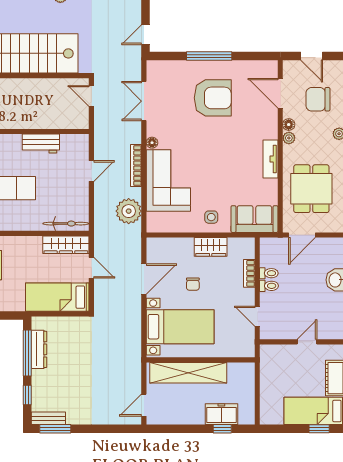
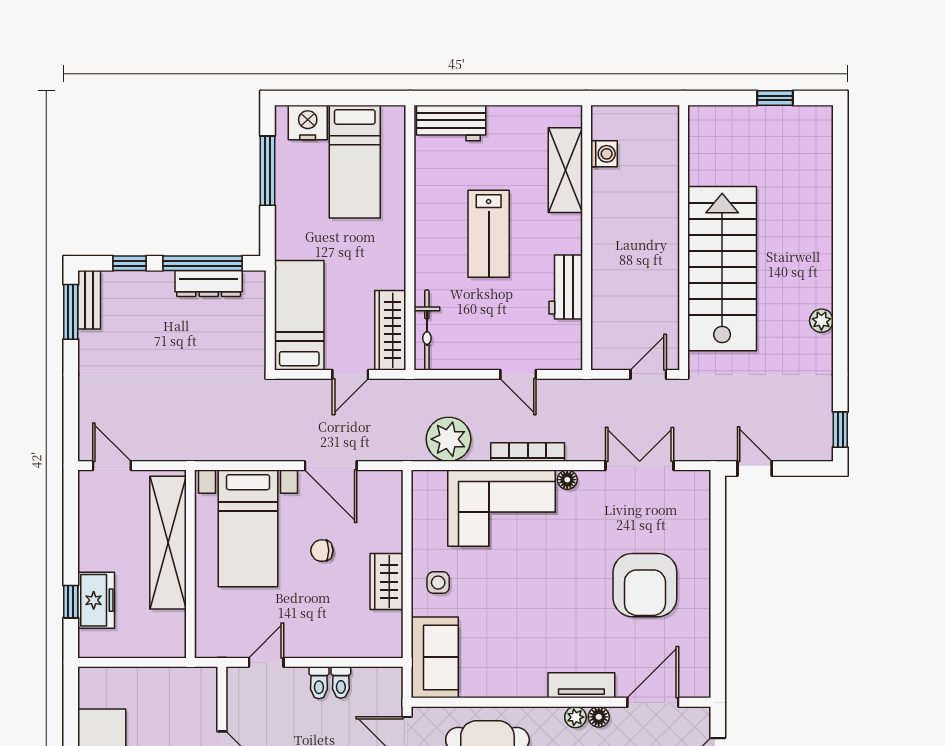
window: (209, 56) -> (718, 579), removed
tv unit: (270, 159) -> (581, 685), moved
bookcase: (249, 273) -> (340, 648), removed

